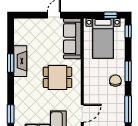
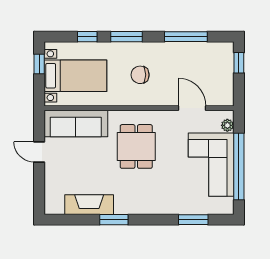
window: (128, 31) -> (87, 37), moved
fireplace: (20, 61) -> (89, 205), moved
chair: (115, 81) -> (140, 75), moved

